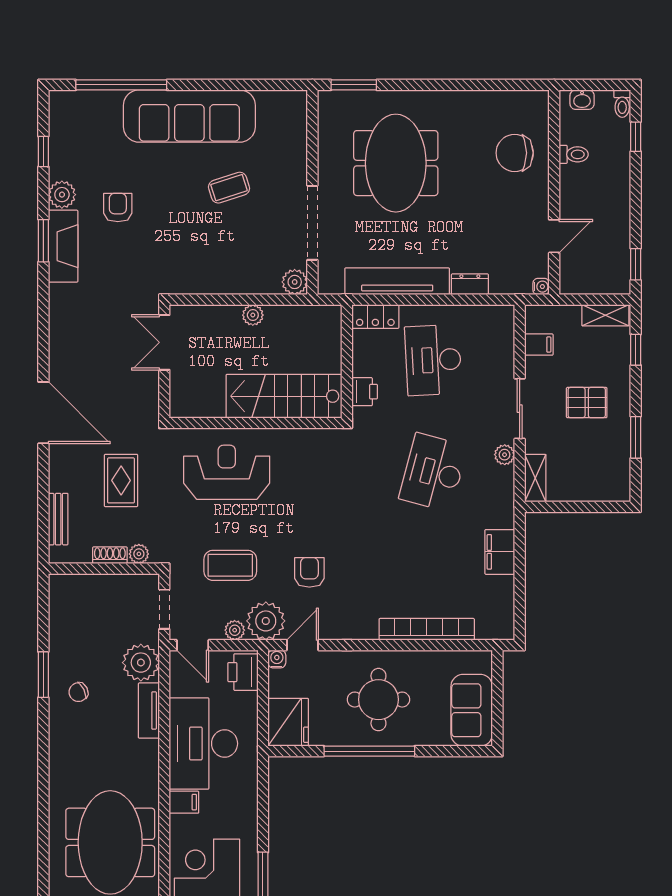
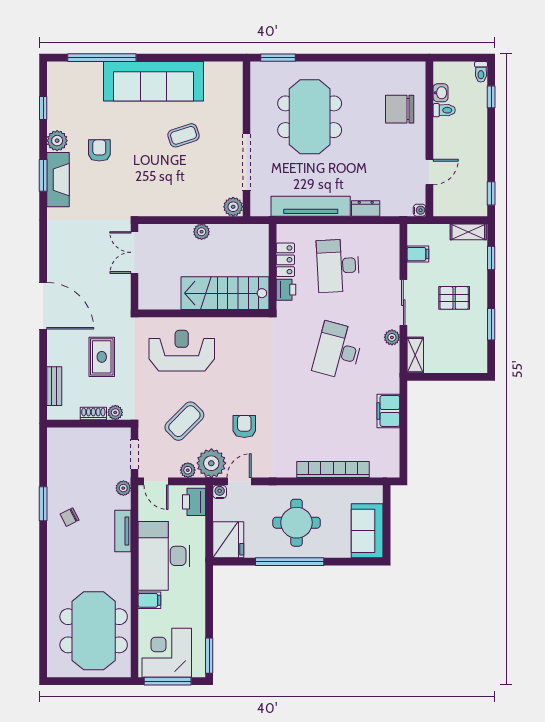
washbasin: (582, 100) -> (441, 93), moved, turned -90
locker: (375, 316) -> (285, 260), moved, turned -90
coffee table: (230, 565) -> (184, 421), turned -45
plant: (141, 663) -> (123, 488), width x0.53, depth x0.53

